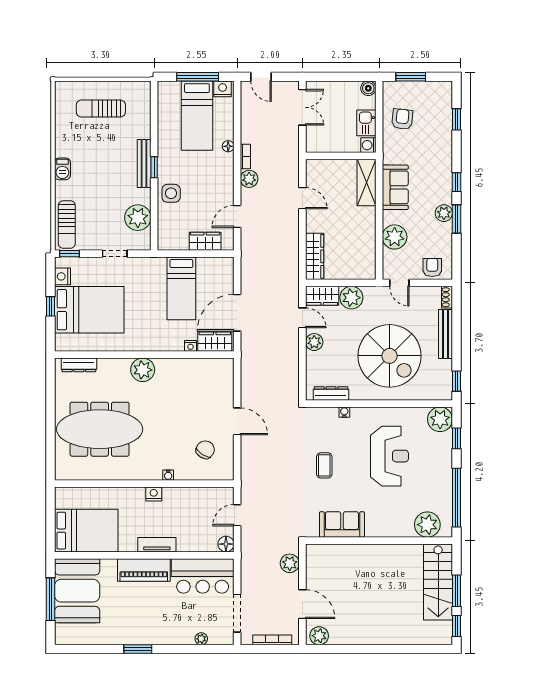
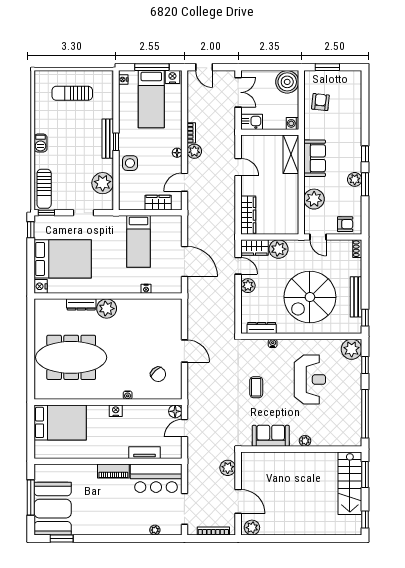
boiler: (368, 88) -> (287, 82), width x1.86, depth x1.86
nightstand: (163, 92) -> (123, 79), added
window: (456, 119) -> (365, 102), removed
kitchen sink: (366, 123) -> (252, 122), moved, turned 90
floor lamp: (228, 146) -> (177, 153), moved
armchair: (432, 267) -> (345, 224), turned 90
nightstand: (62, 276) -> (41, 286), moved
window: (50, 306) -> (31, 230), moved
door: (237, 313) -> (184, 261), swing flipped
bench: (446, 334) -> (356, 297), moved
wardrobe: (215, 342) -> (166, 285), removed
spiral stairs: (390, 356) -> (310, 297), turned 90
dresser: (79, 365) -> (81, 304), moved
chair: (205, 450) -> (158, 374), turned 106
plant: (427, 525) -> (305, 441), moved, width x0.53, depth x0.53
bed: (86, 531) -> (60, 422), moved
floor lamp: (226, 544) -> (175, 411), moved
tv unit: (157, 545) -> (144, 453), moved
piano: (144, 570) -> (113, 471), width x0.73, depth x0.75
booth: (77, 591) -> (53, 509), moved
window: (456, 591) -> (365, 474), moved
window: (138, 649) -> (62, 538), moved

